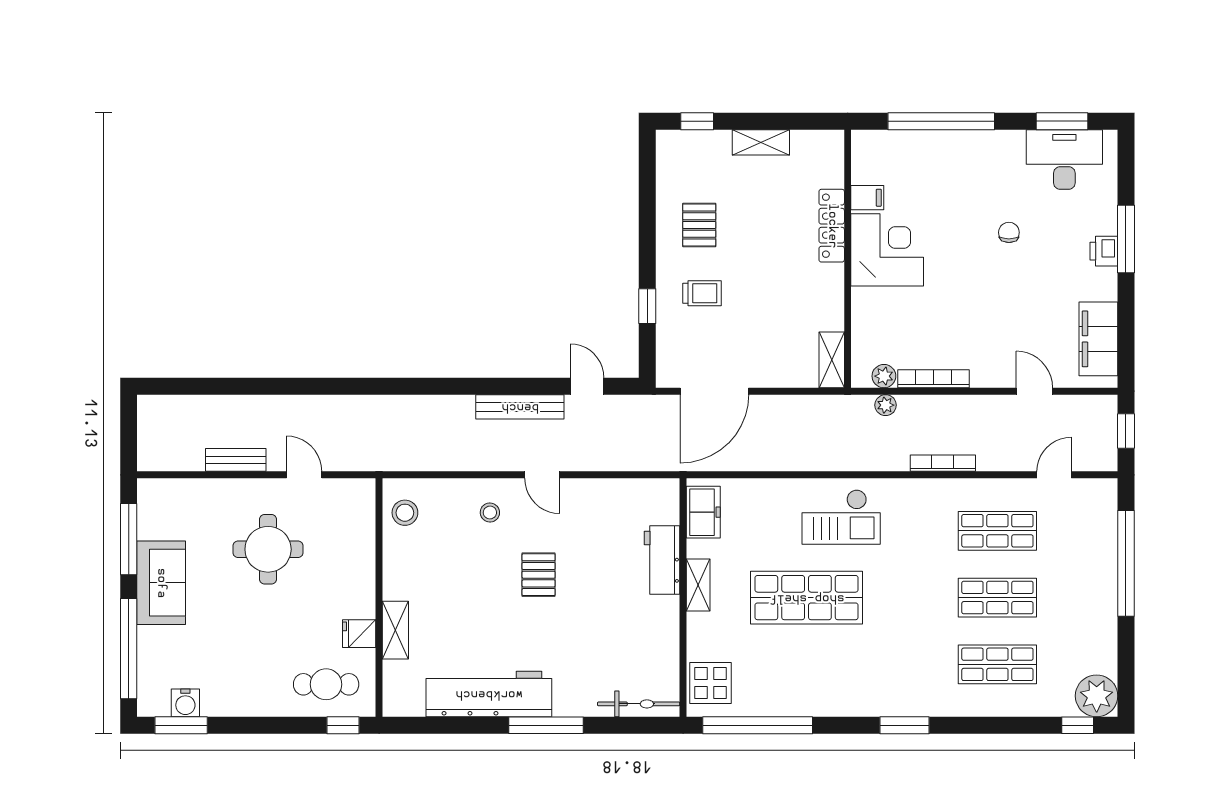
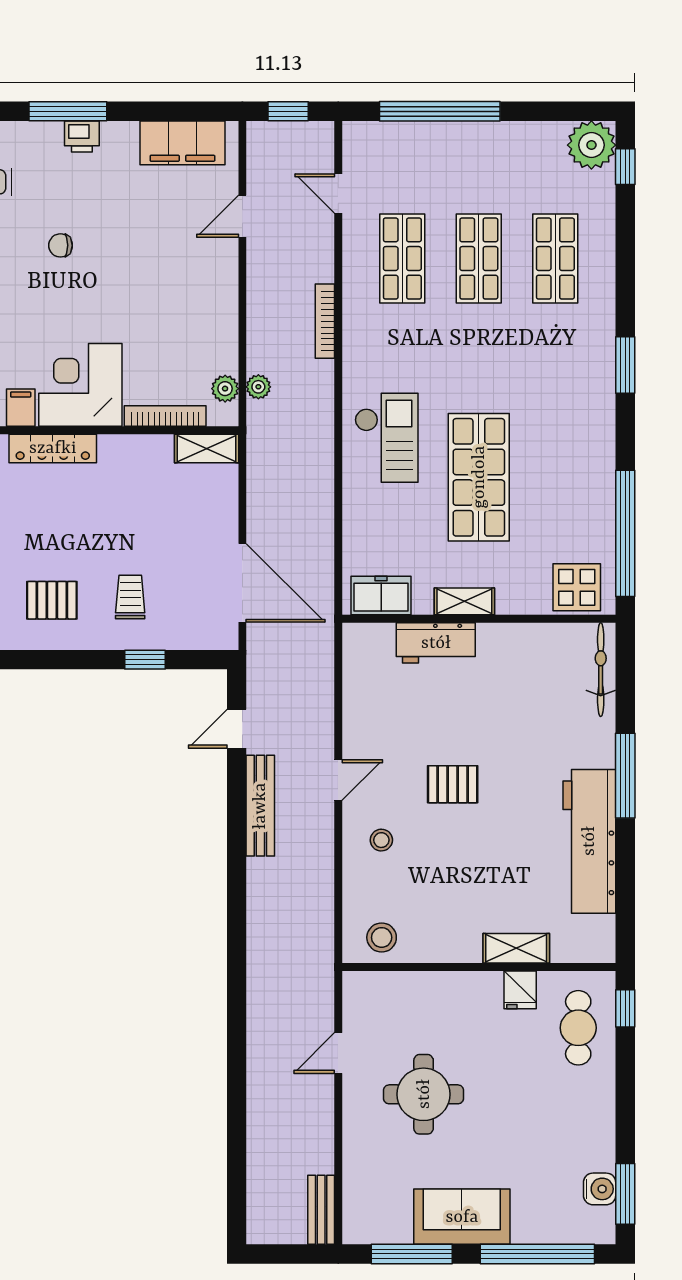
bookcase: (933, 379) -> (165, 416), moved, turned 90
bench: (236, 460) -> (321, 1210), moved

